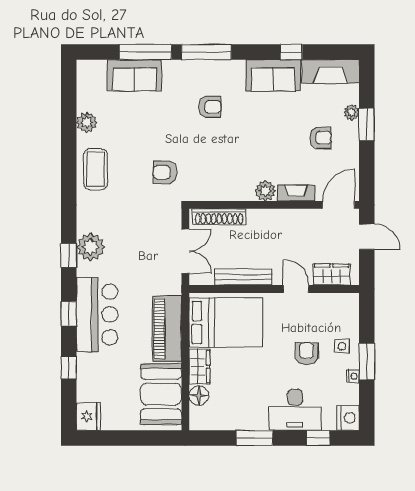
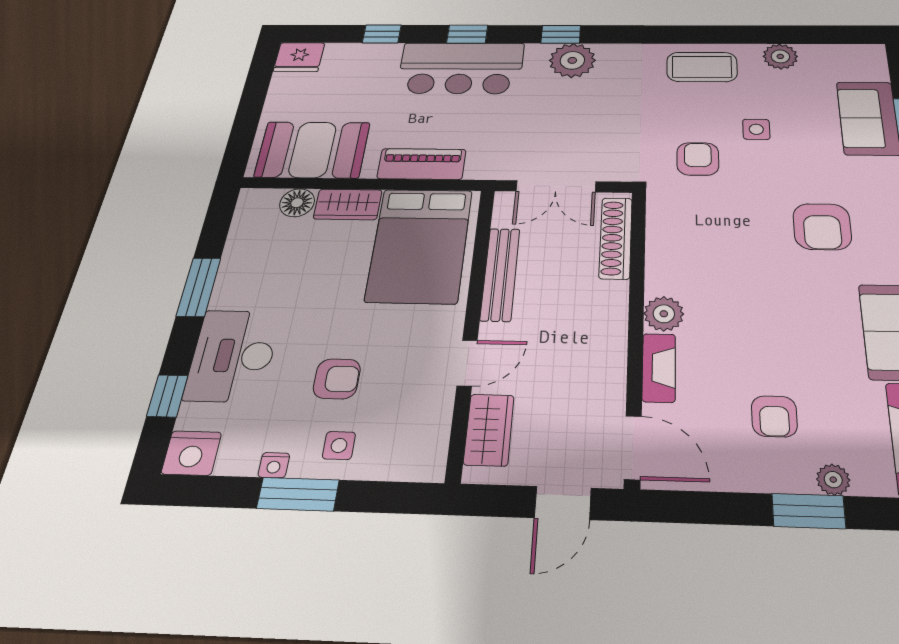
armchair: (210, 107) -> (822, 227), width x1.38, depth x1.38
side table: (143, 139) -> (756, 129), added
piano: (167, 329) -> (422, 164), width x0.73, depth x0.75

